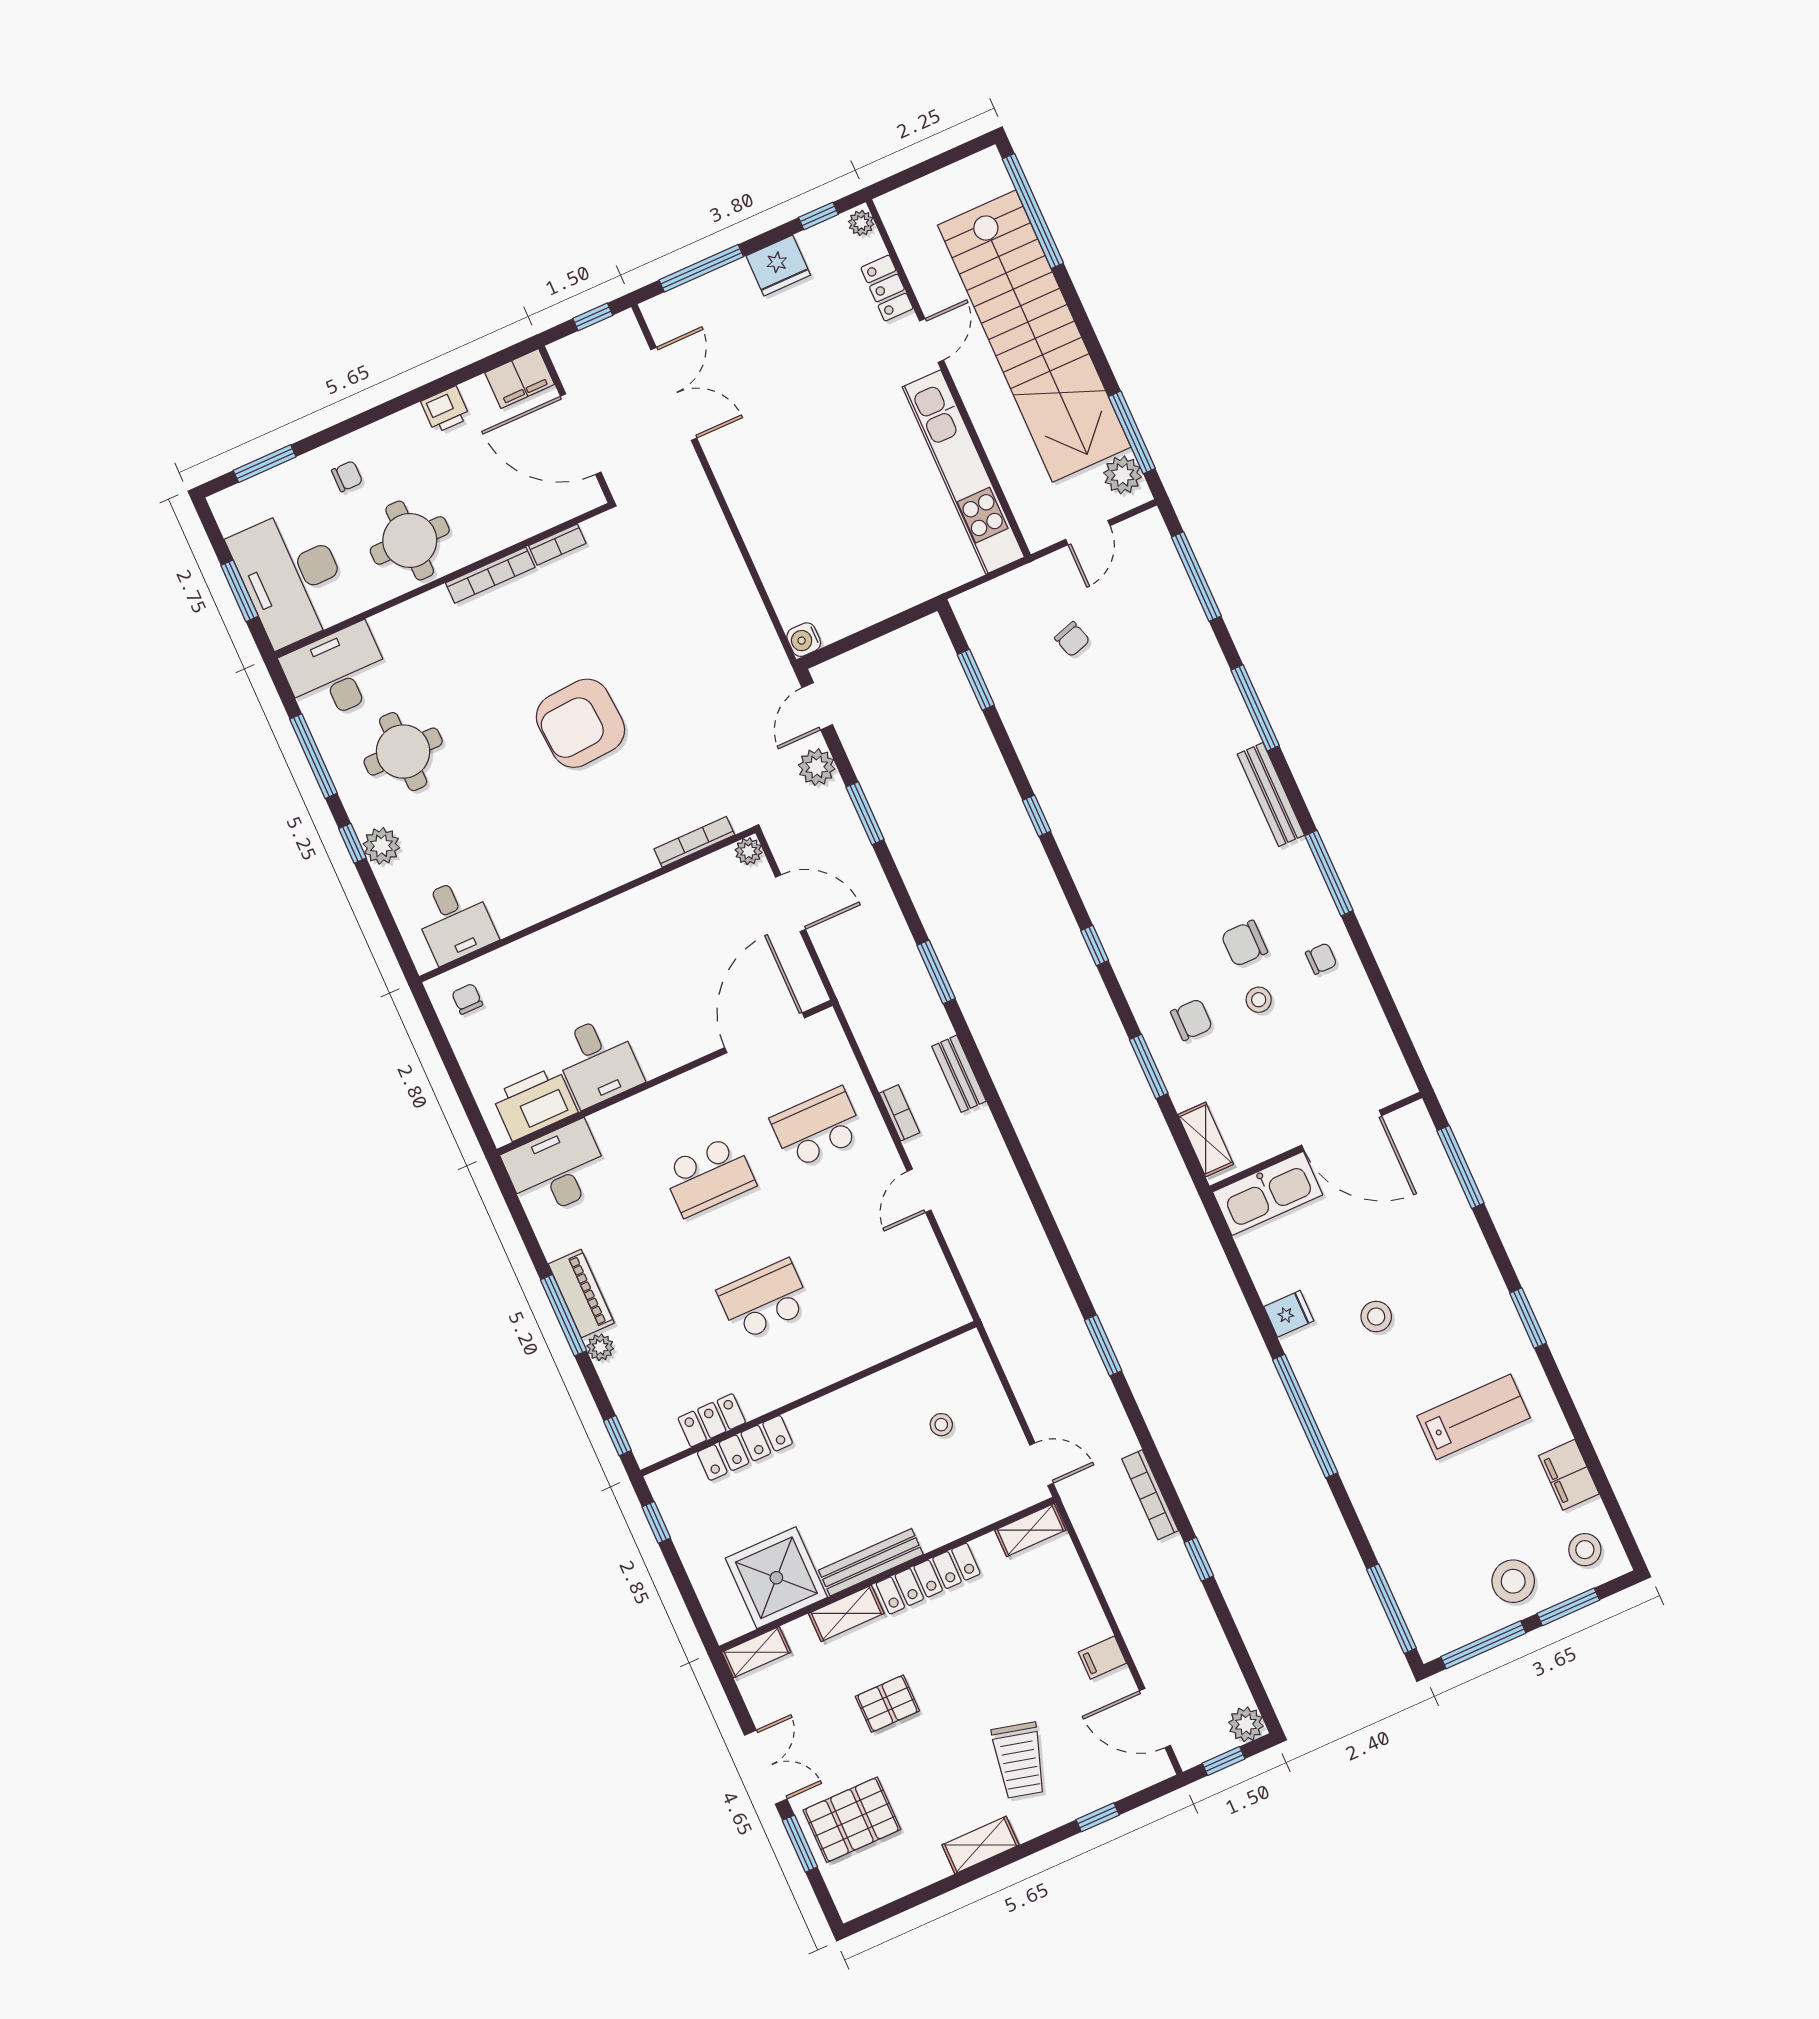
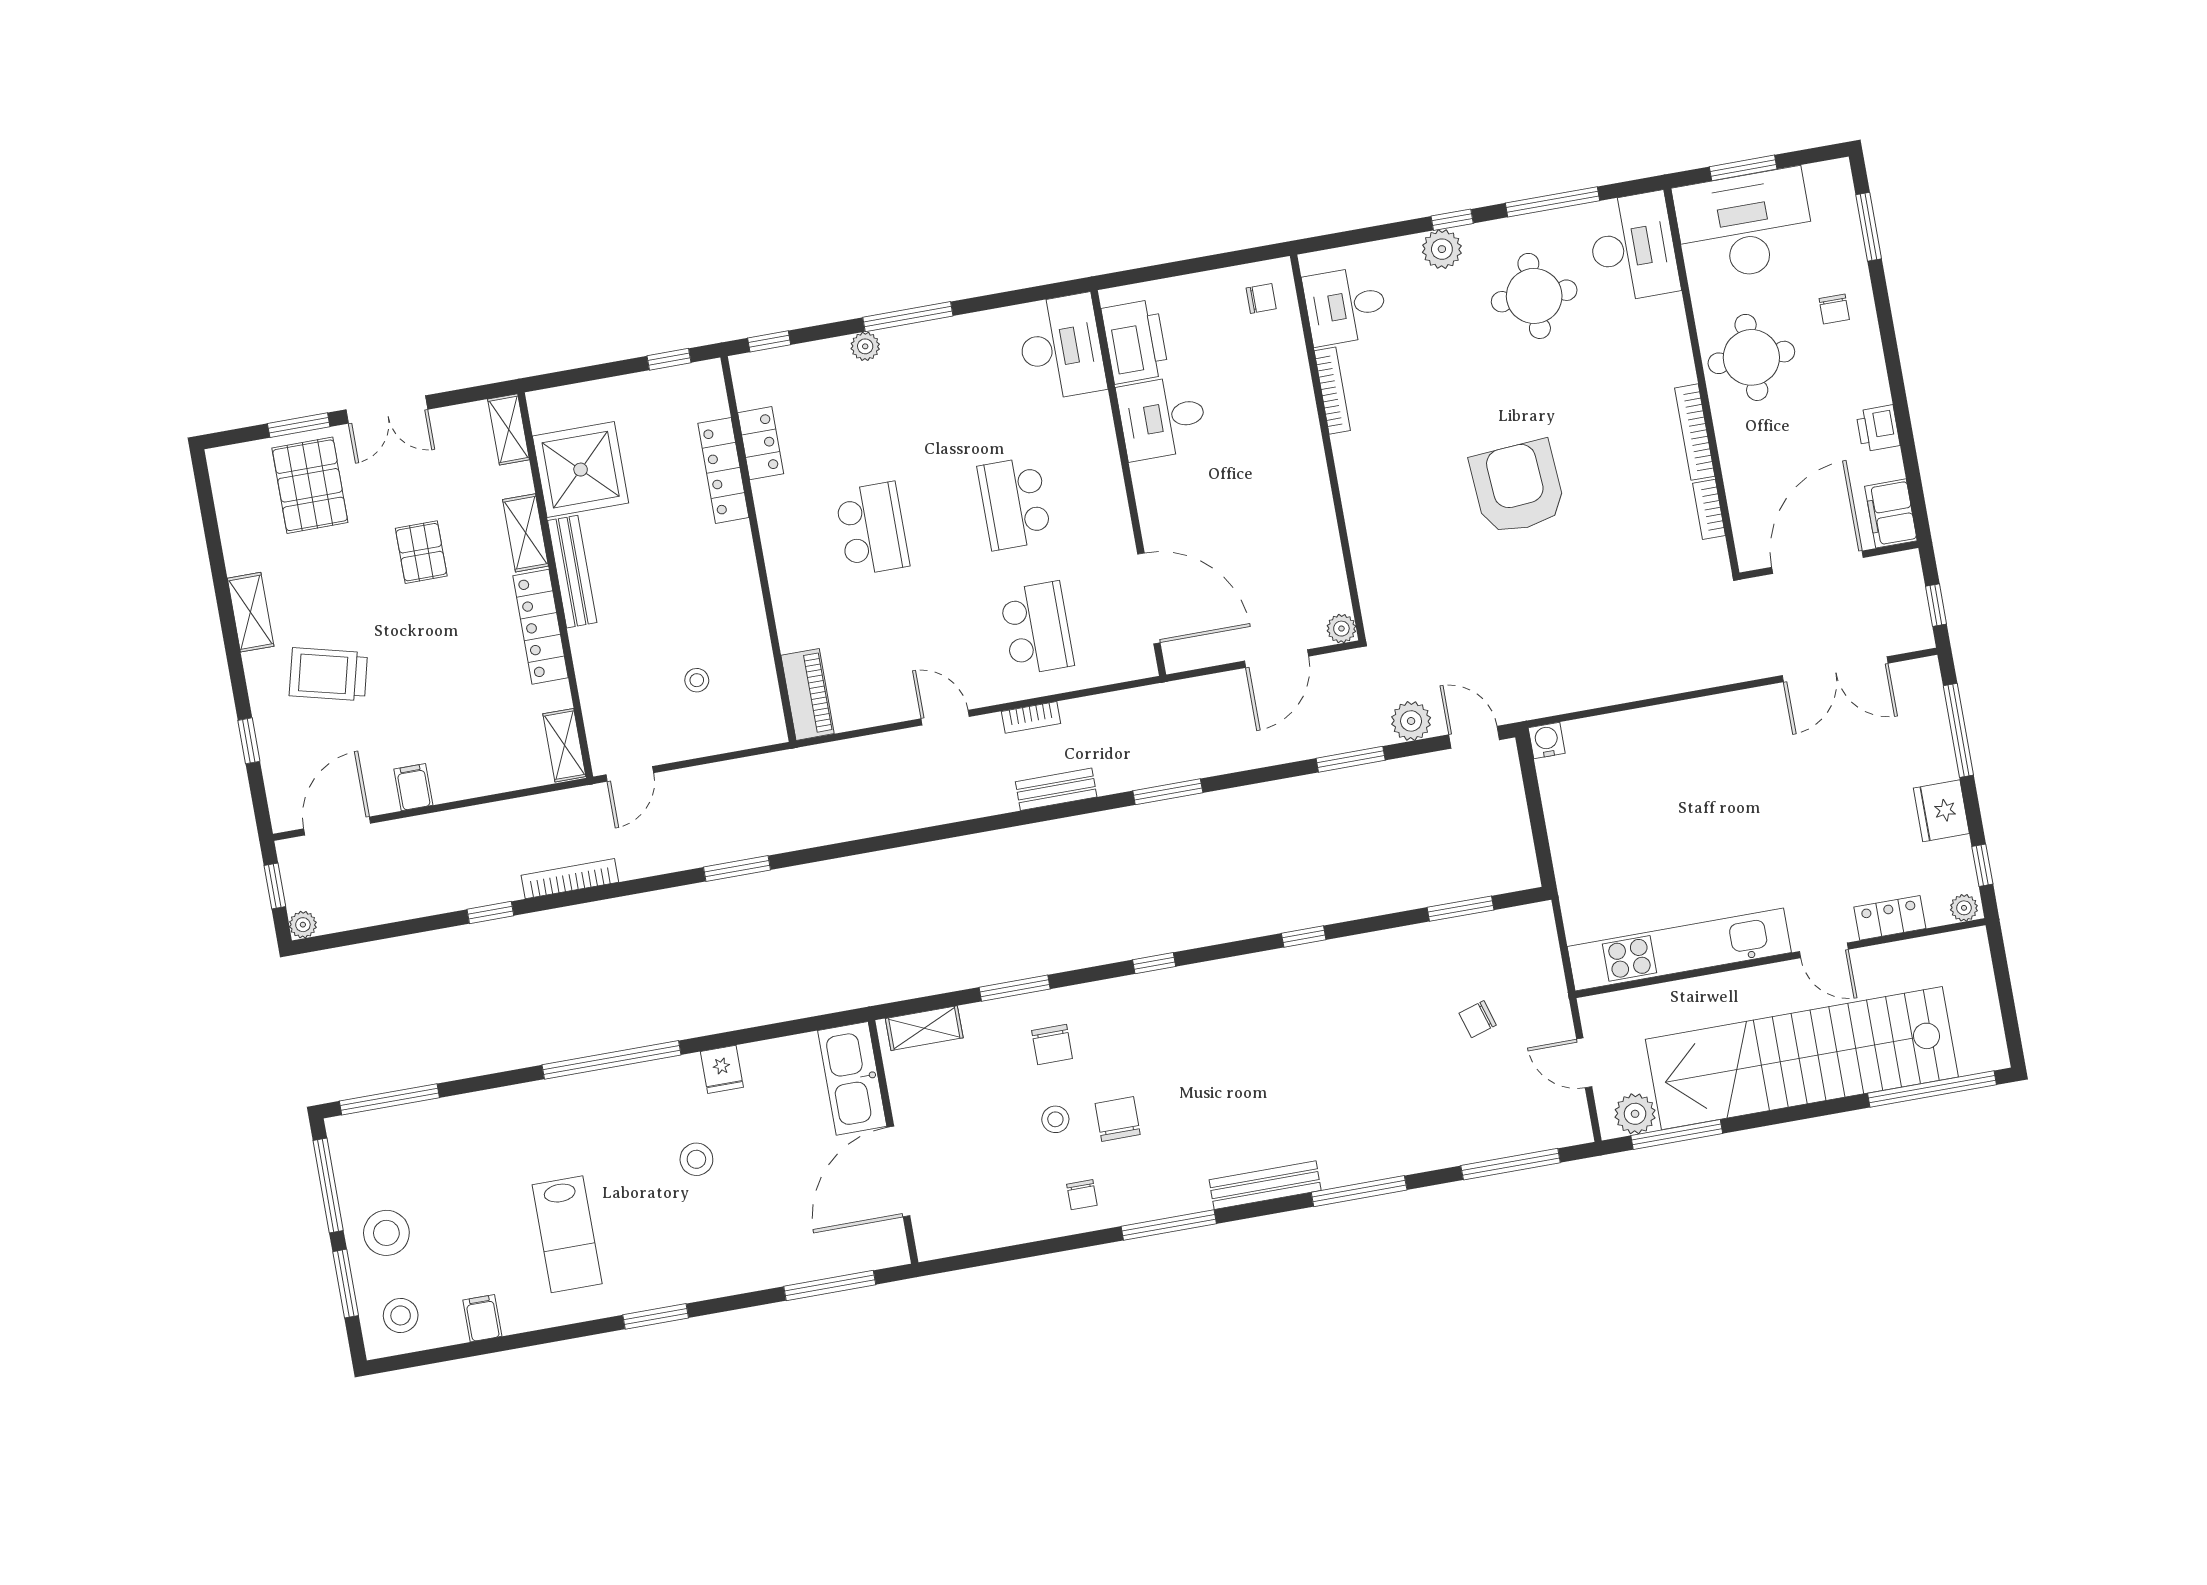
bookcase: (694, 842) -> (1332, 391), moved
piano: (581, 1294) -> (808, 694), moved, turned -90
filing cabinet: (1569, 1475) -> (482, 1318), width x0.50
plant: (1246, 1724) -> (303, 925), width x0.73, depth x0.73

